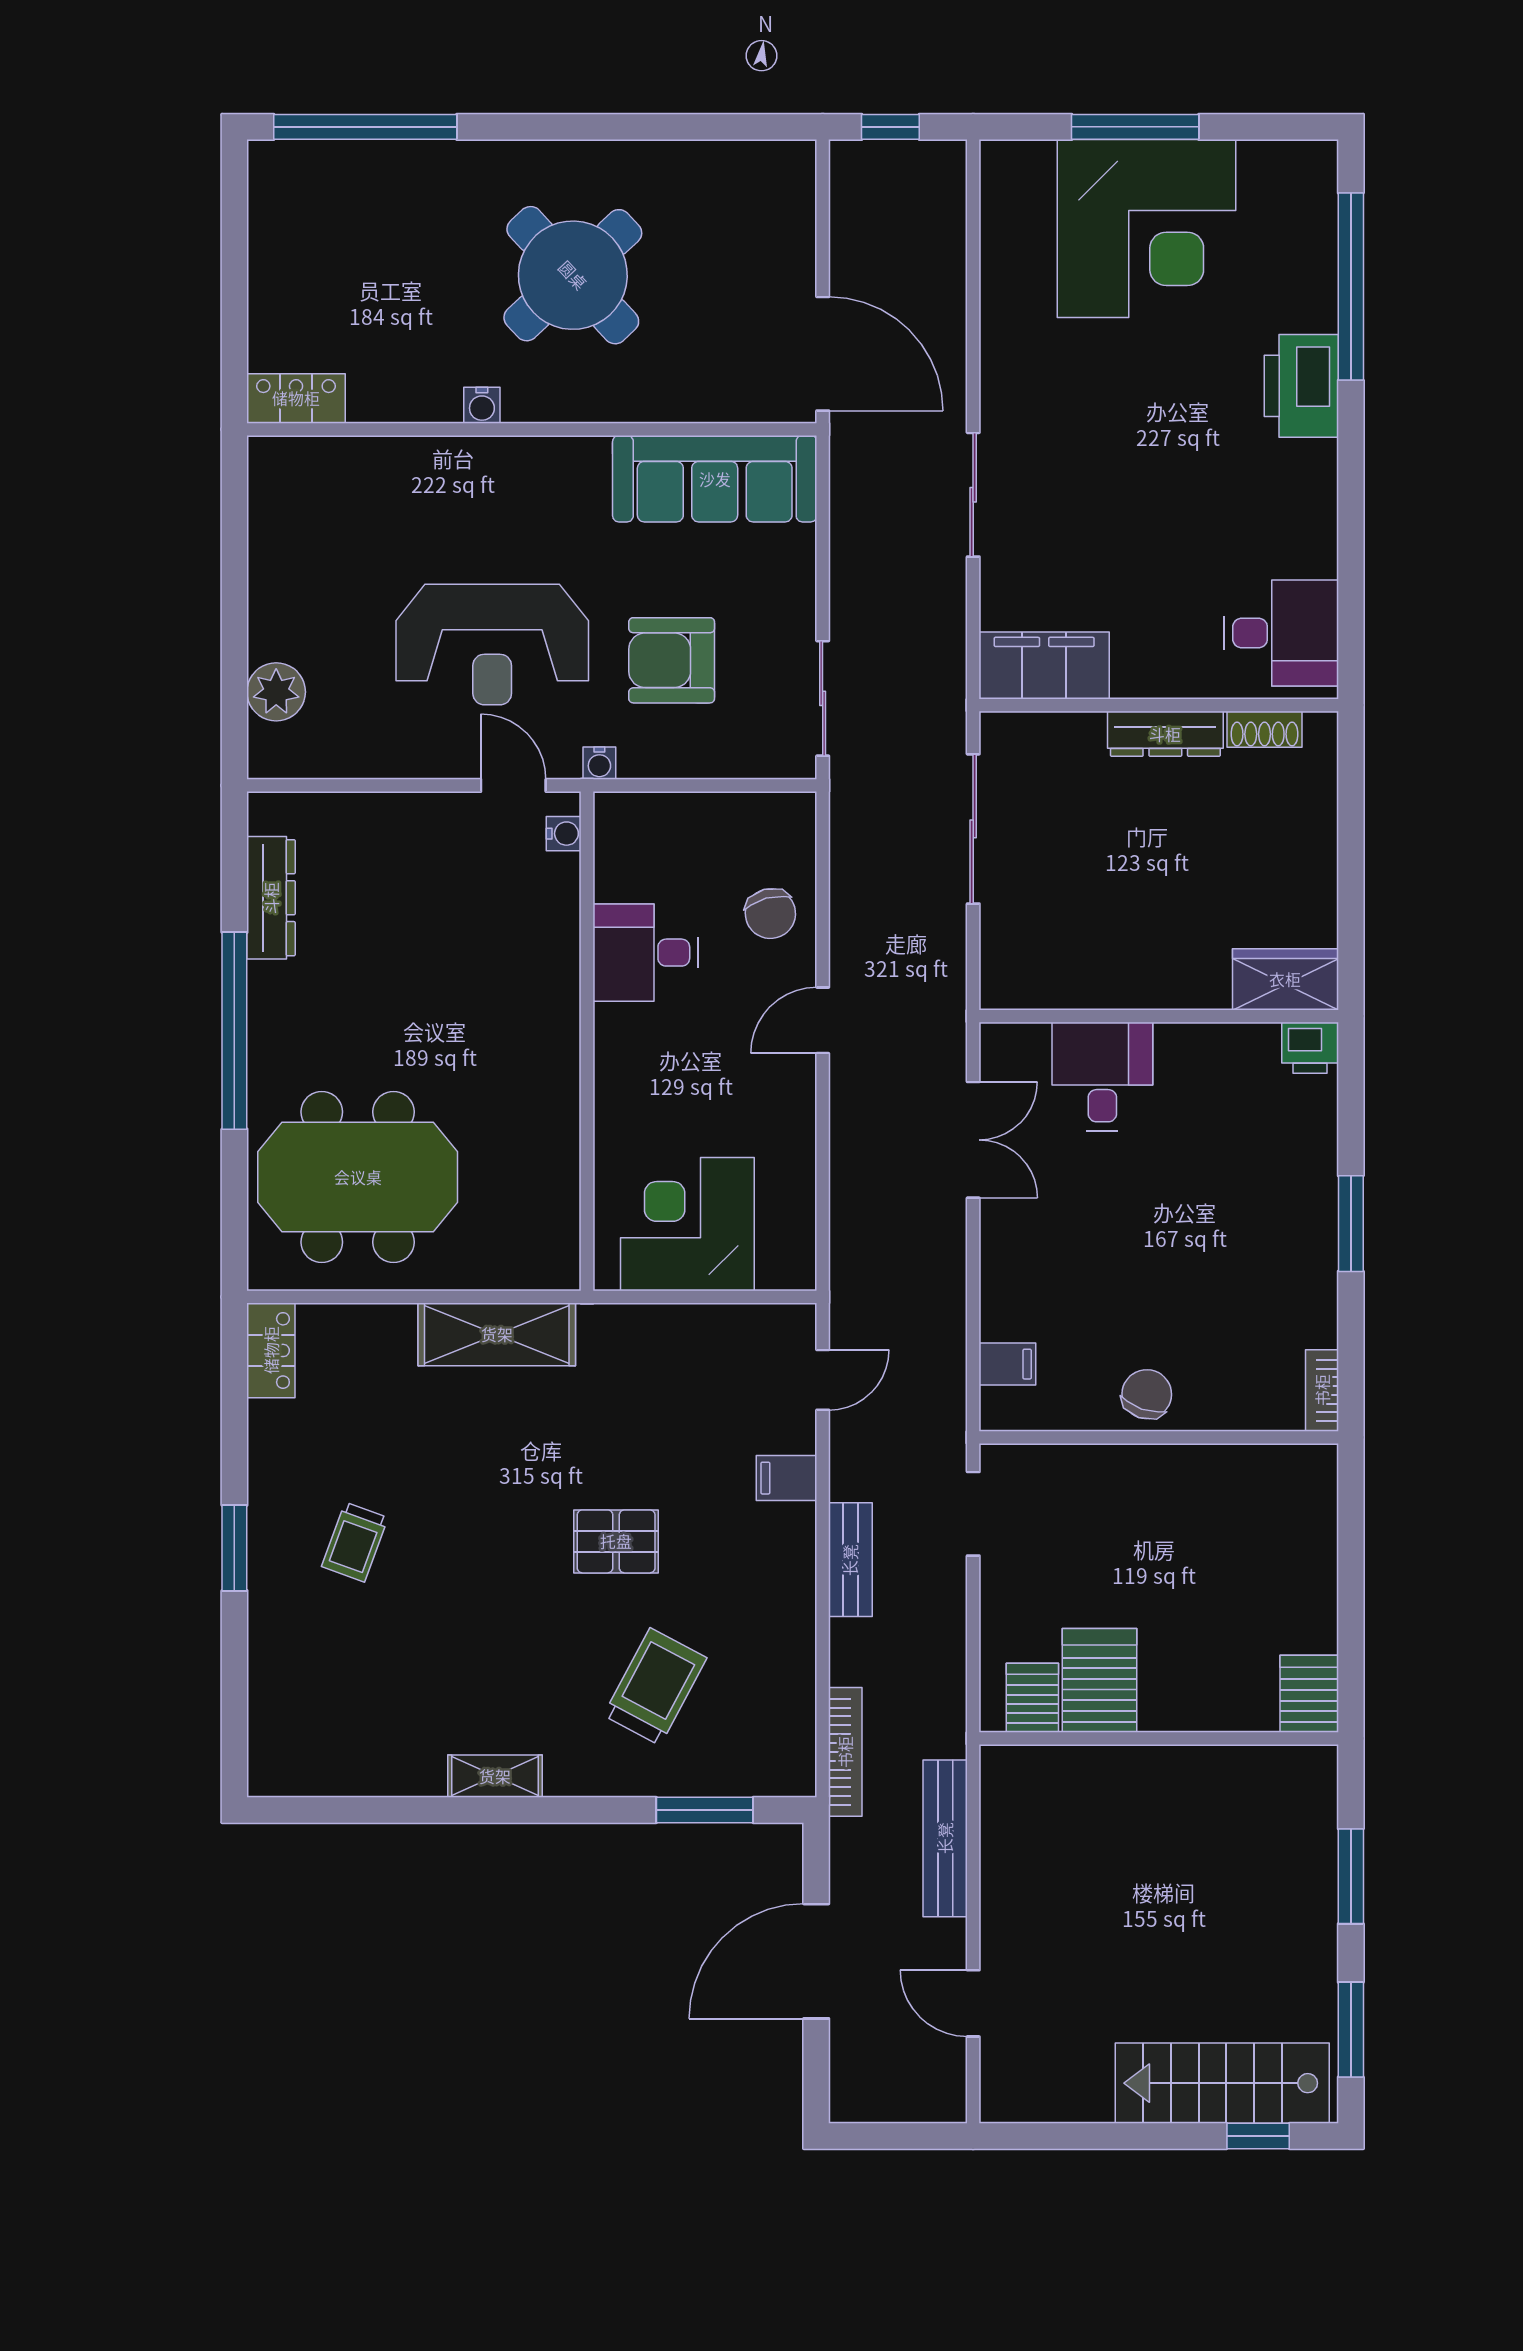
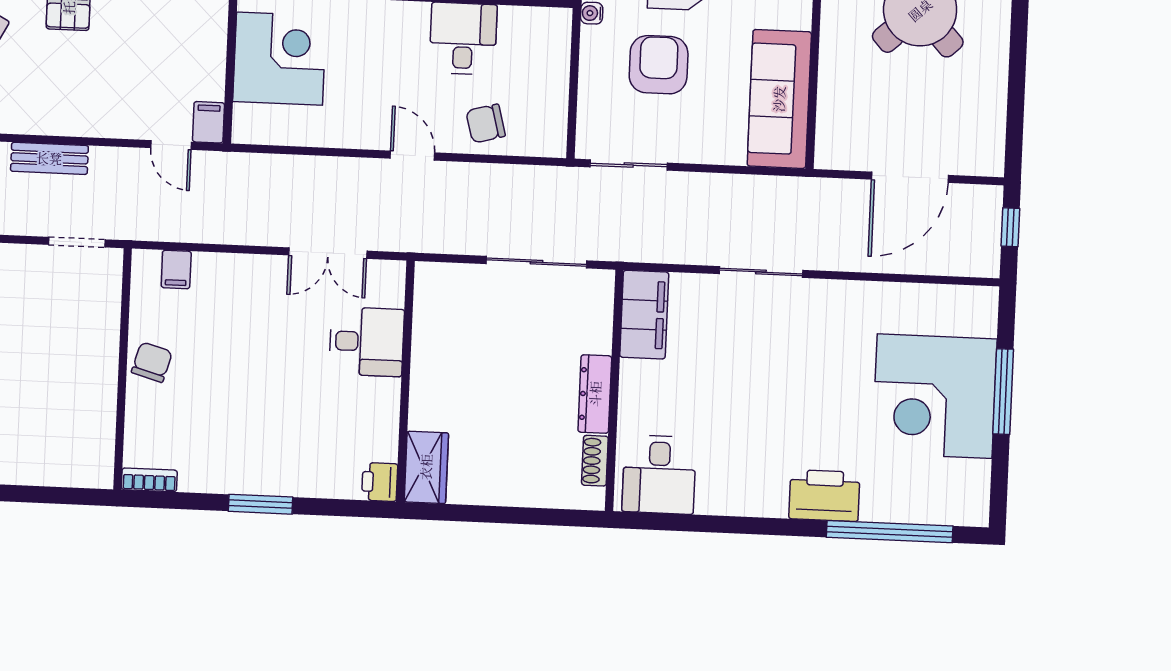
door: (823, 354) -> (910, 177), moved
chair: (1147, 1394) -> (152, 362), turned -93
filing cabinet: (787, 1478) -> (208, 122), moved

